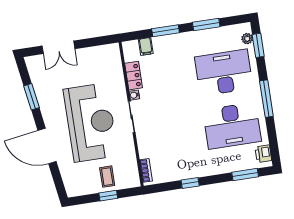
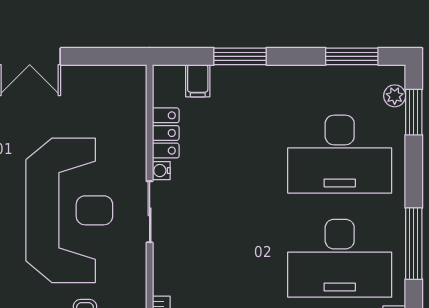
window: (206, 24) -> (352, 56), moved
desk: (224, 73) -> (340, 154), turned 180
window: (266, 99) -> (414, 244), moved

